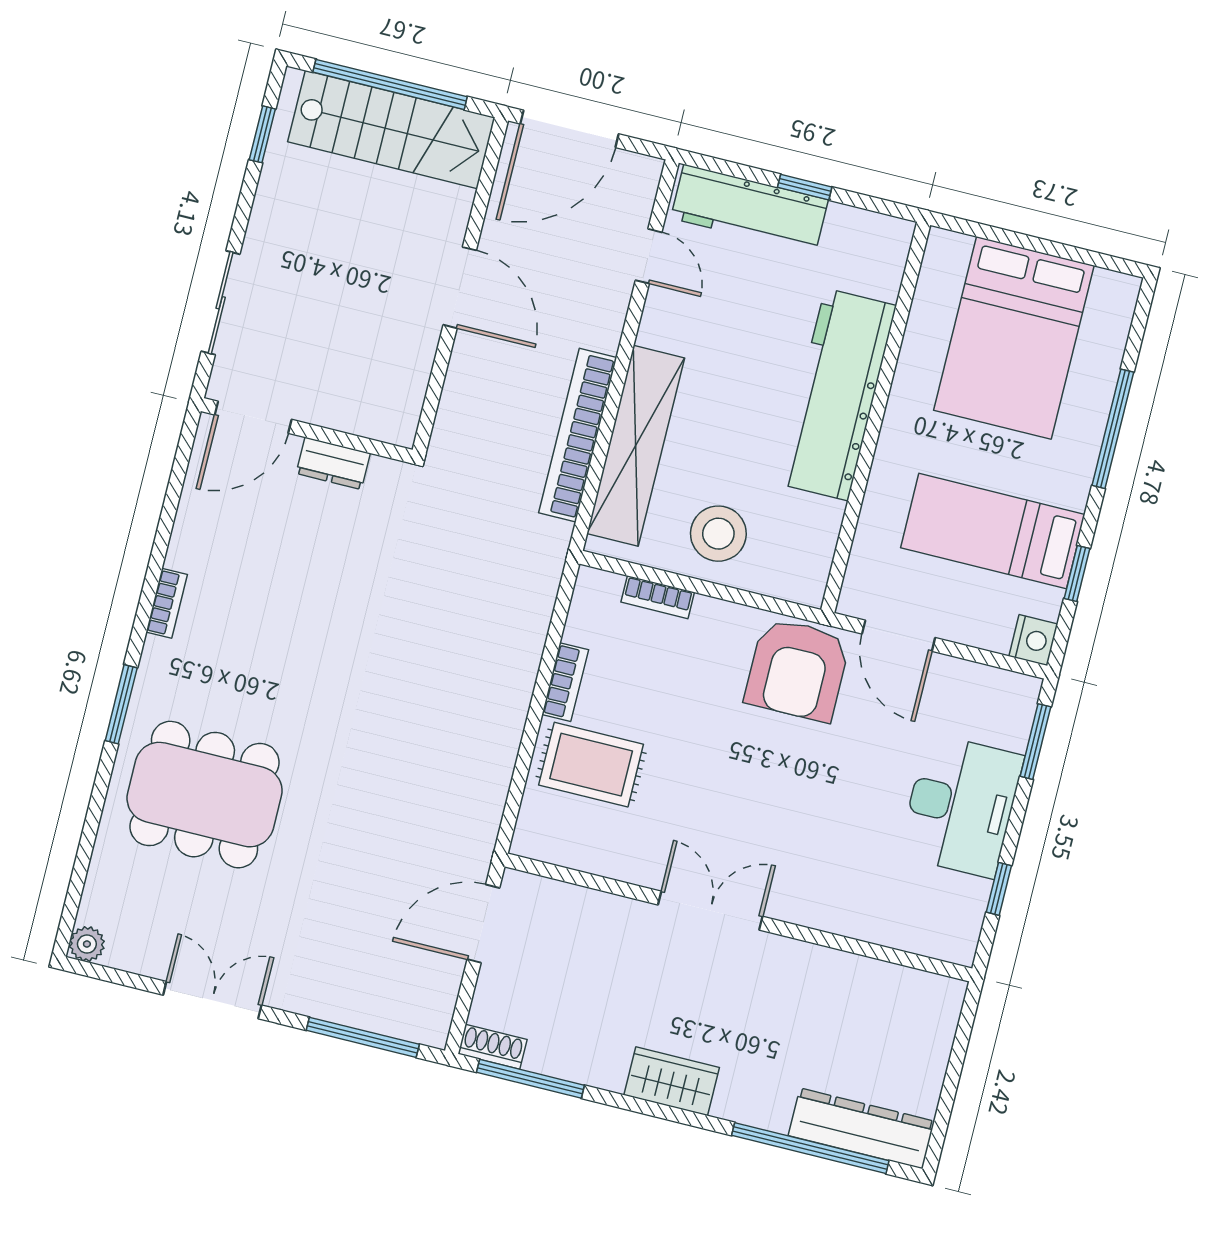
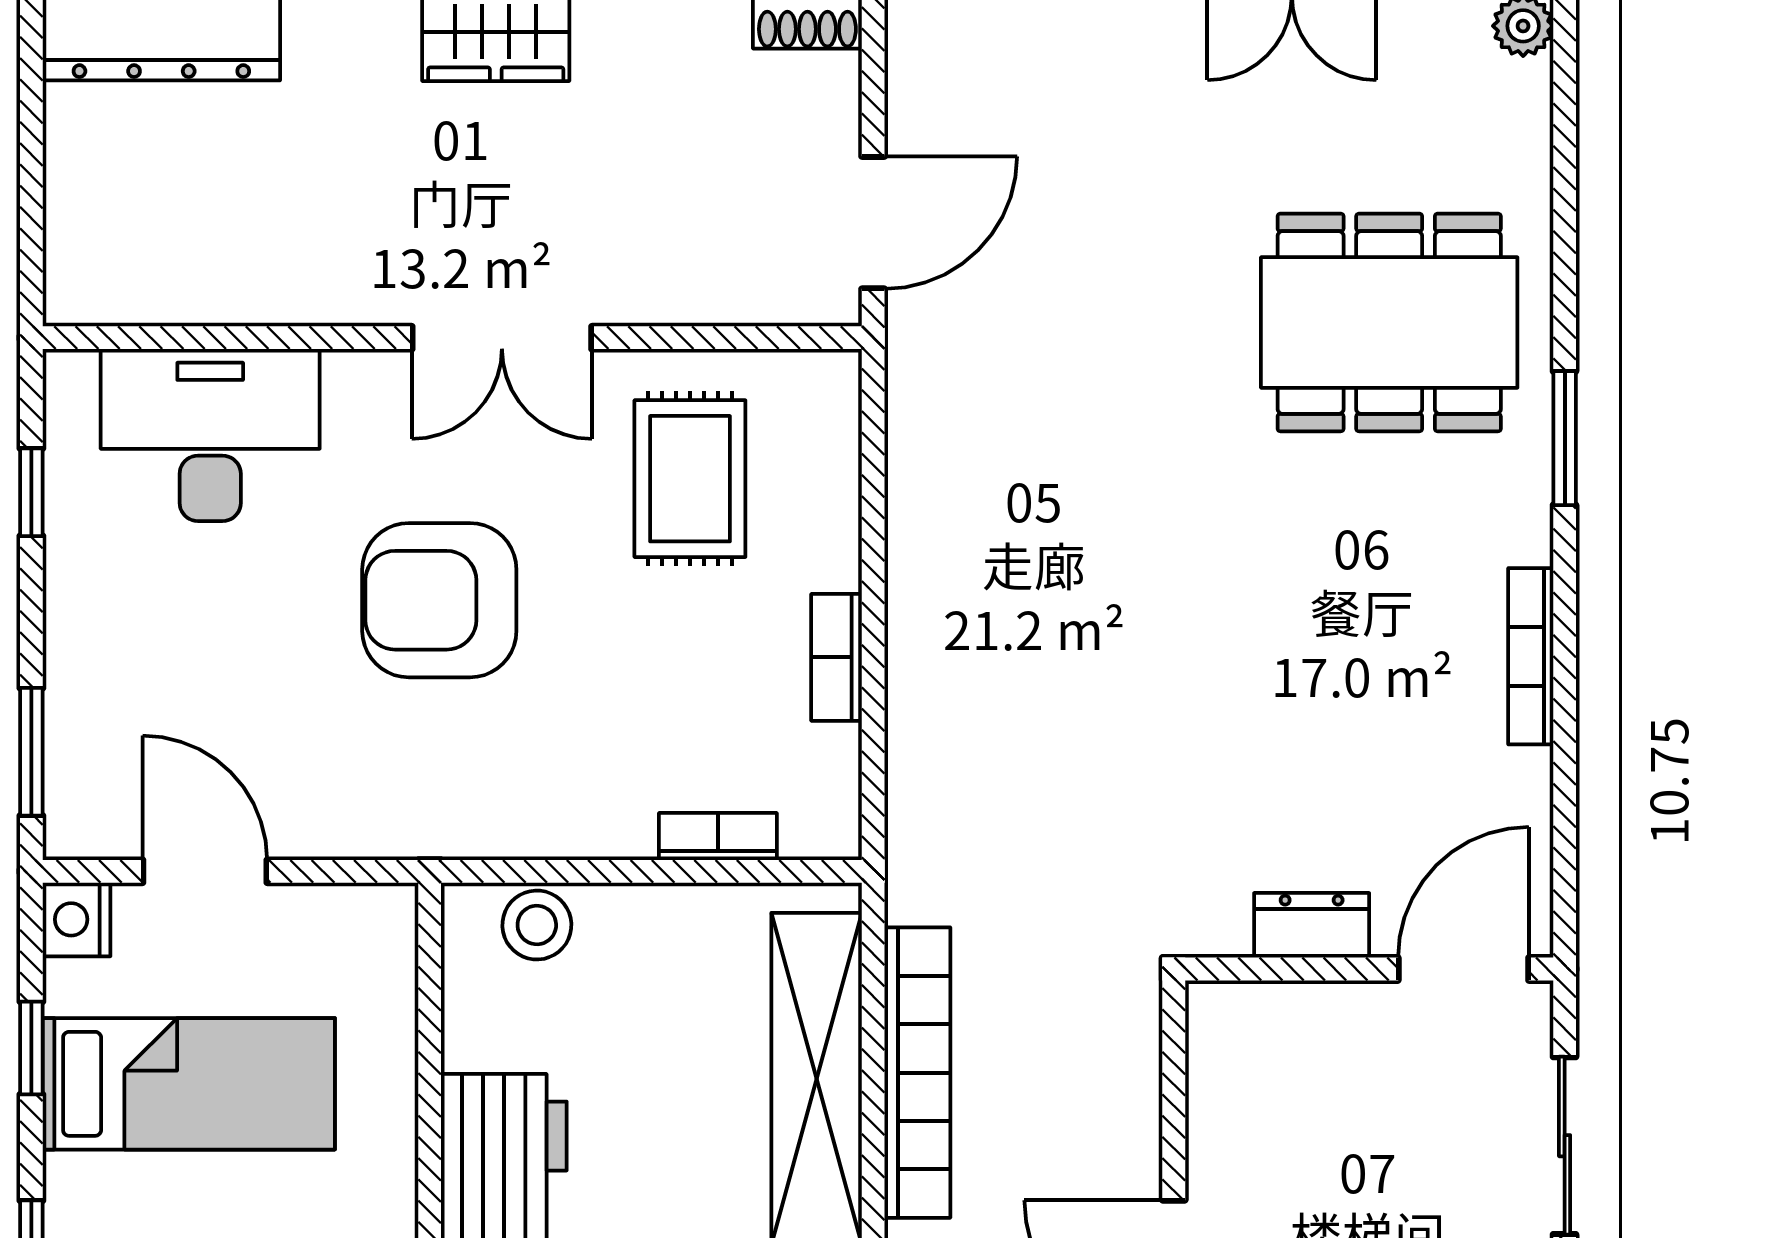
stool: (718, 534) -> (537, 925), moved, width x0.73, depth x0.73
bookcase: (167, 603) -> (1531, 656), width x1.56
door: (899, 636) -> (205, 871), moved
armchair: (797, 670) -> (439, 600), moved, turned -90
rug: (591, 765) -> (690, 479), moved, turned 90
desk: (961, 806) -> (210, 435), moved, turned 90

